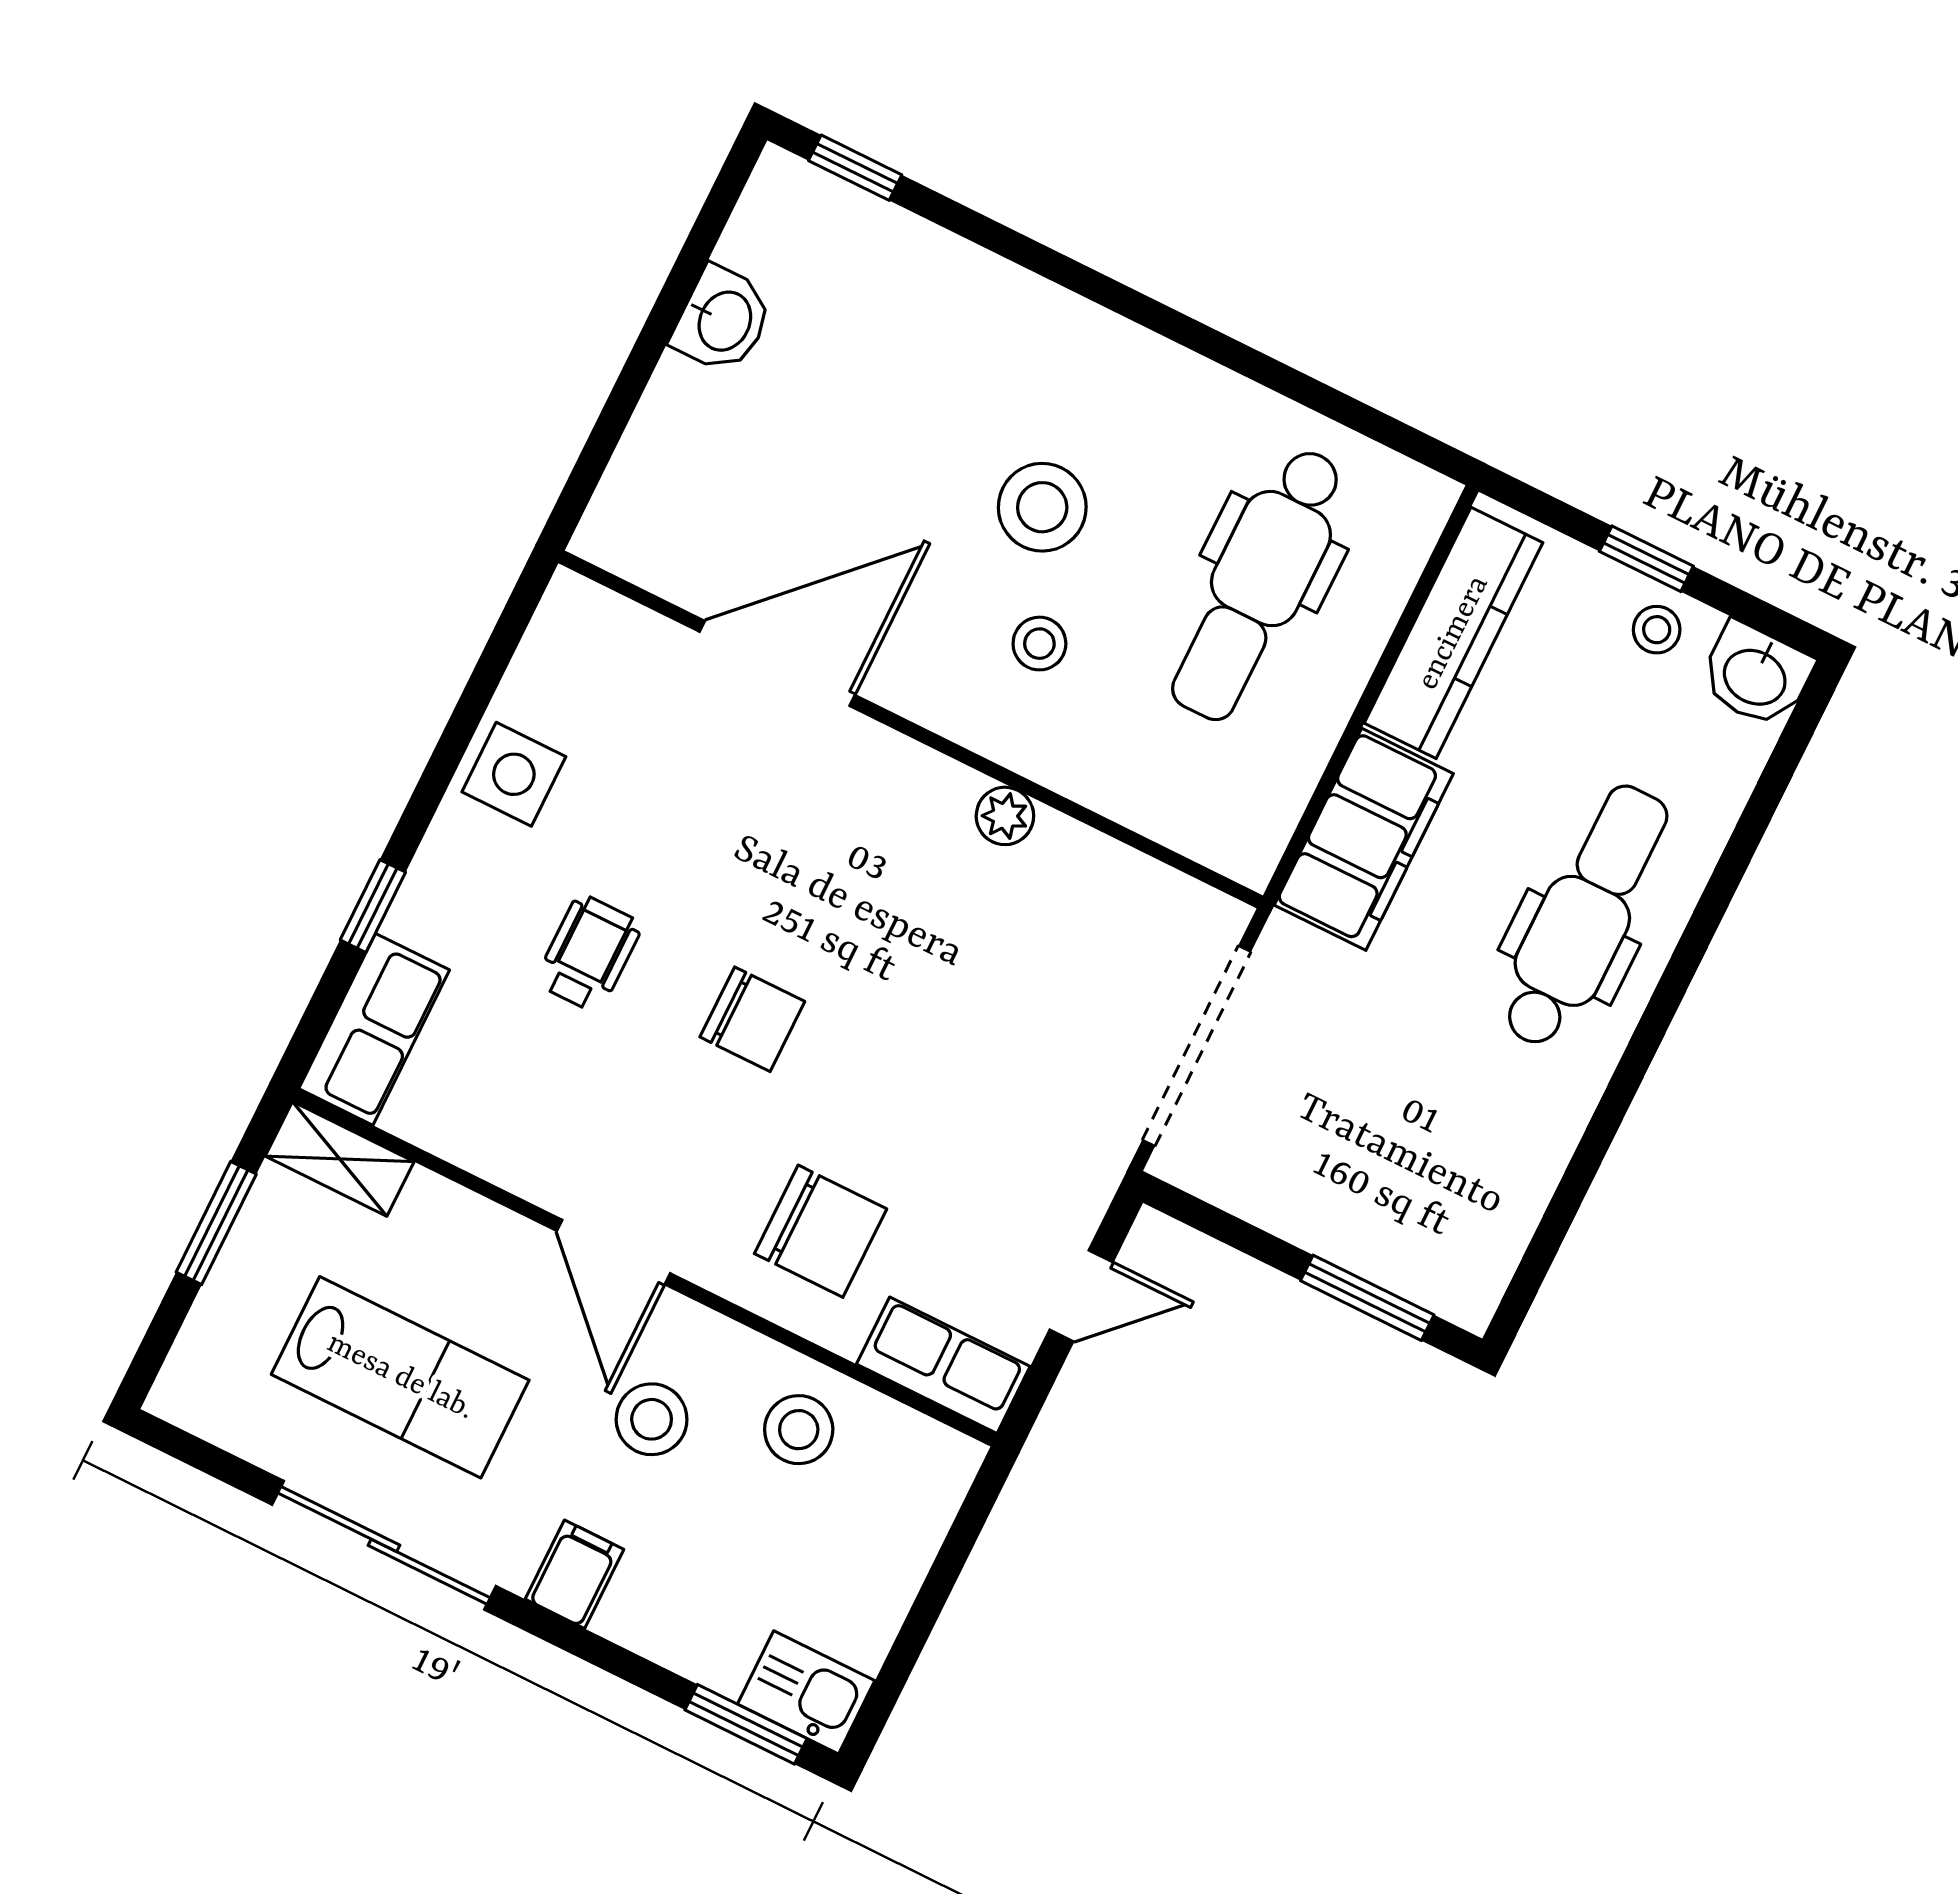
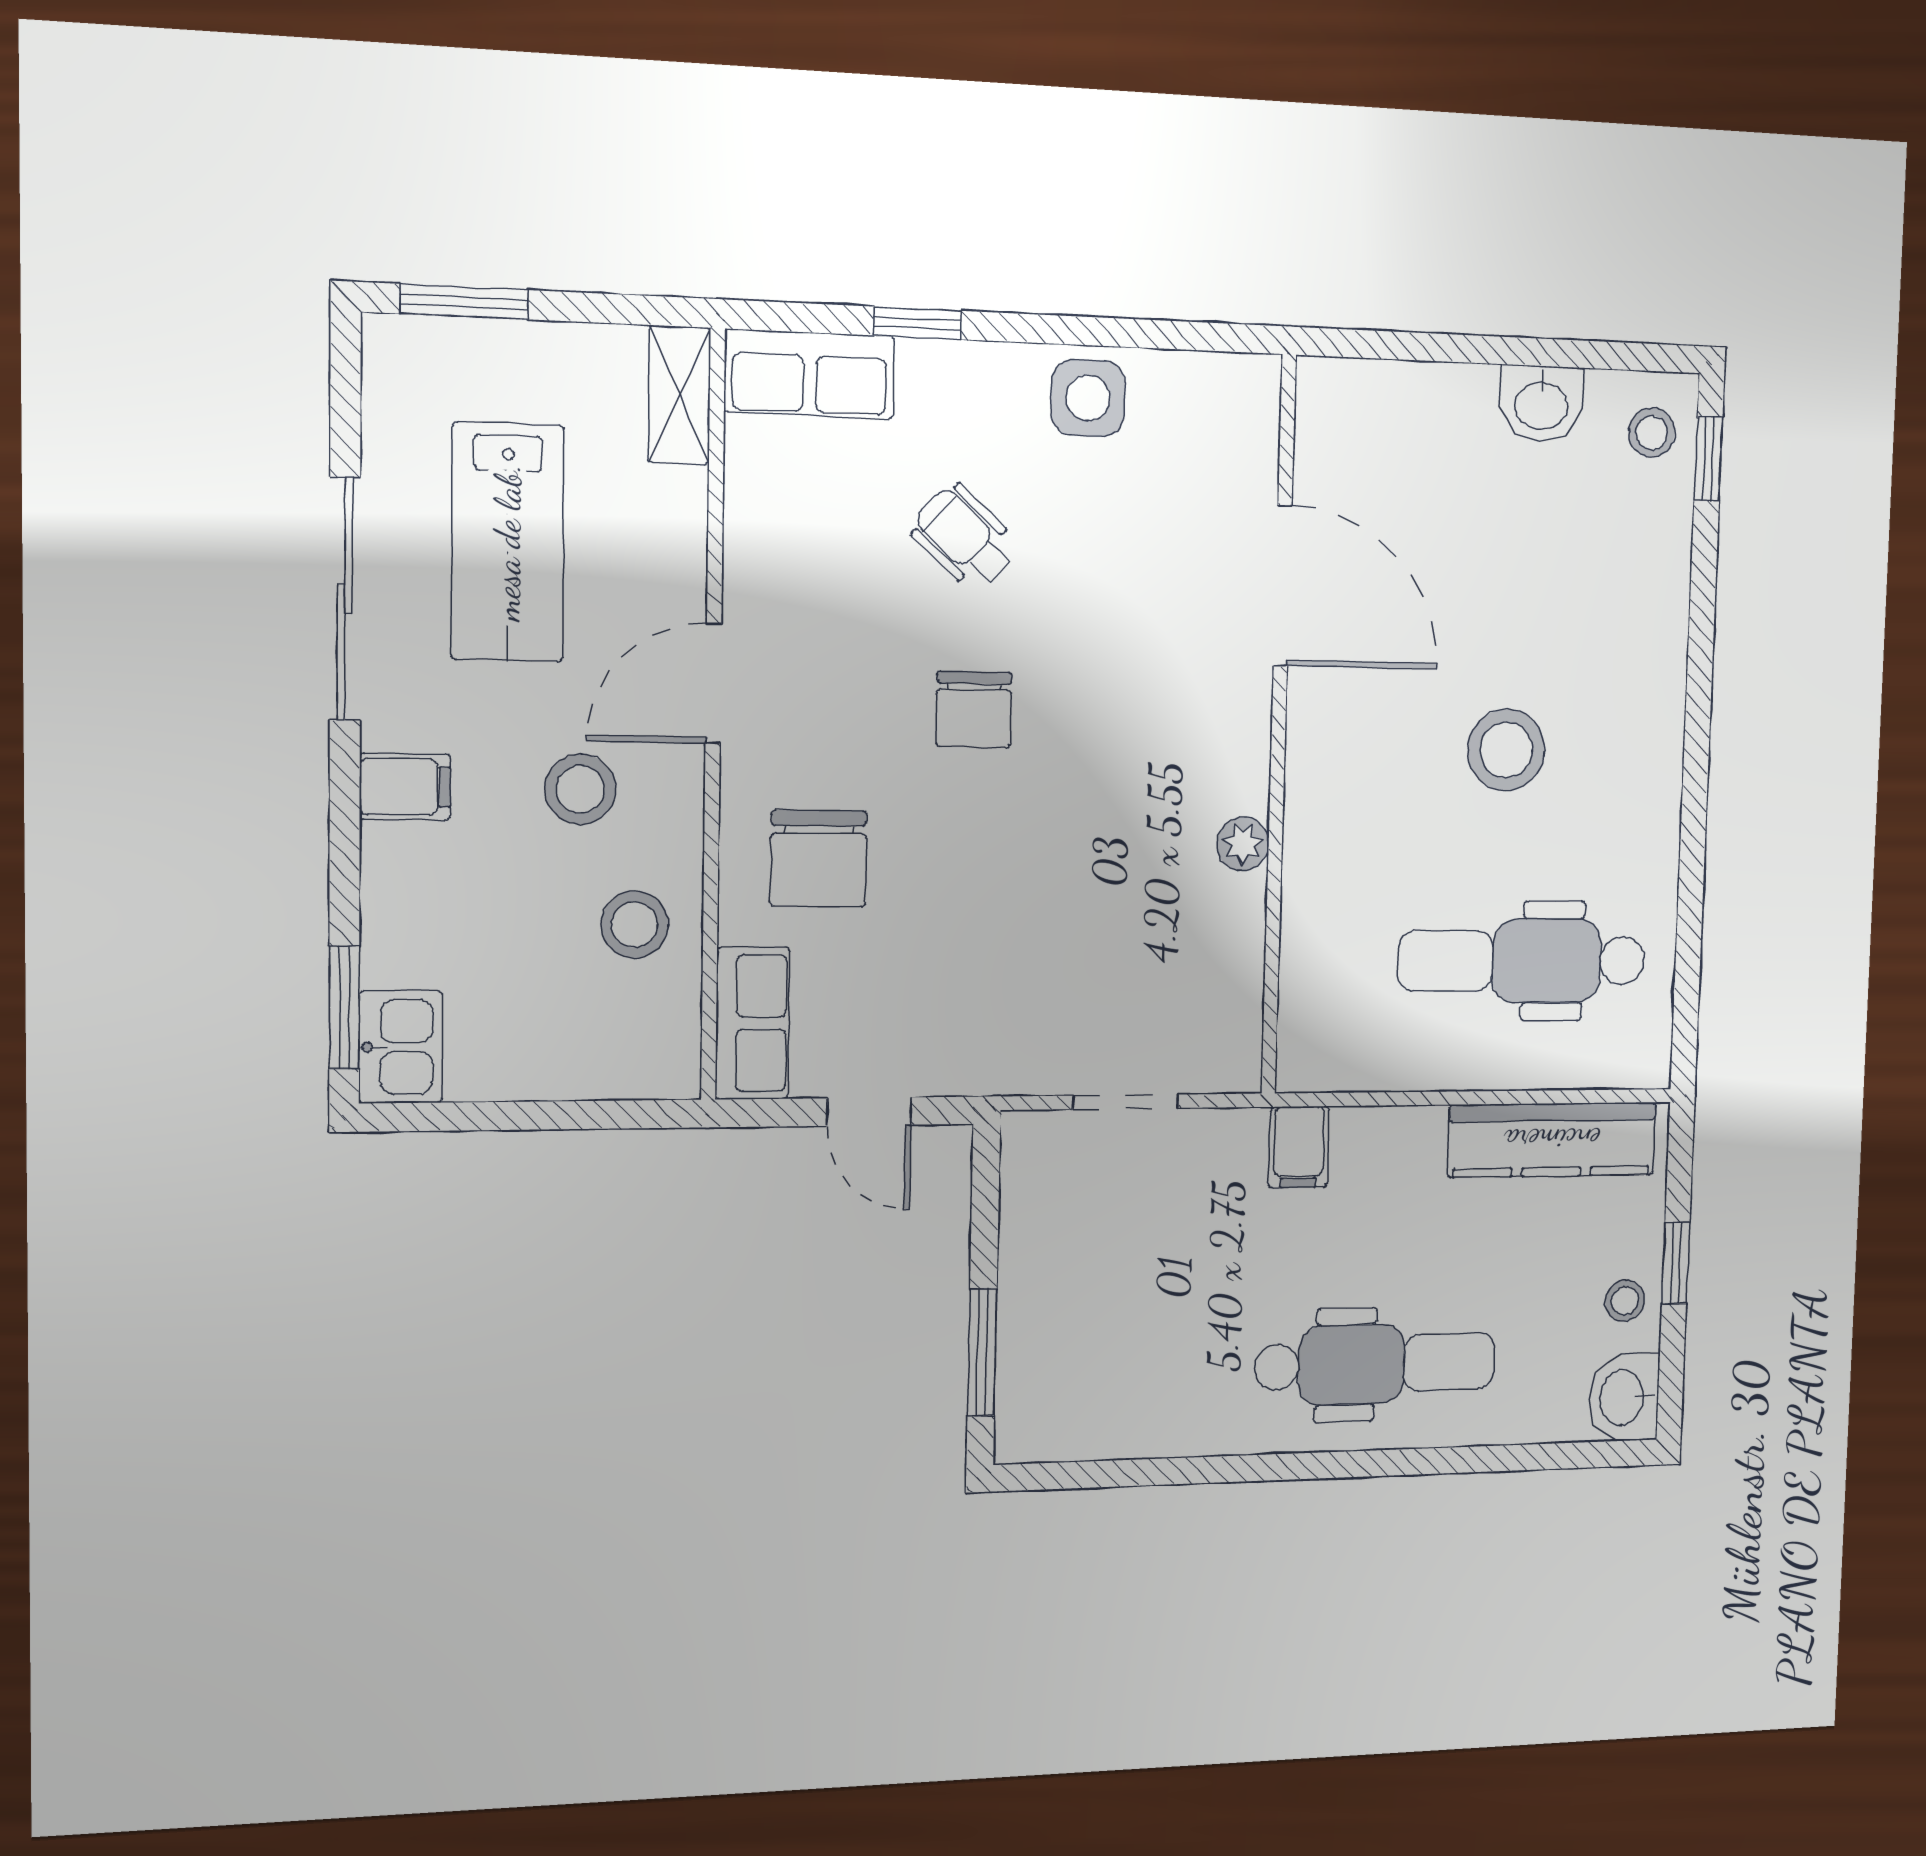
stool: (1039, 644) -> (1652, 433), moved
filing cabinet: (1364, 839) -> (1299, 1147), width x0.33, depth x0.86
wheelchair: (589, 953) -> (965, 537), turned -138
doorway: (1197, 1046) -> (1126, 1102), width x0.53
window: (216, 1223) -> (464, 302), moved

